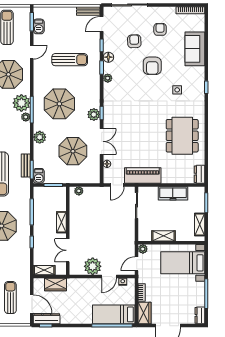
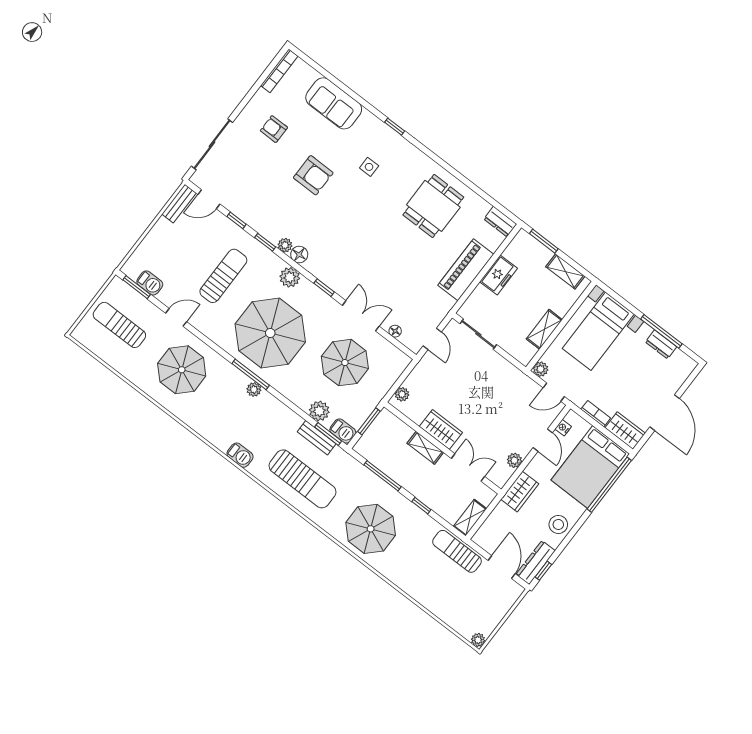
door: (102, 24) -> (209, 199), hinge flipped
armchair: (134, 41) -> (264, 174), removed
door: (32, 52) -> (176, 317), hinge flipped
floor lamp: (108, 57) -> (299, 255), moved
plant: (21, 103) -> (232, 381), removed
parasol: (59, 104) -> (270, 333), width x1.36, depth x1.36
plant: (94, 114) -> (290, 277), moved
dining table: (182, 136) -> (433, 206), width x0.73
plant: (40, 137) -> (319, 411), moved
piano: (143, 175) -> (466, 270), moved
freezer: (173, 193) -> (499, 275), width x0.71
wardrobe: (76, 223) -> (441, 429), added
double door: (68, 250) -> (468, 467), swing flipped
door: (137, 264) -> (554, 392), hinge flipped
plant: (93, 266) -> (514, 460), width x0.53, depth x0.53
wardrobe: (55, 285) -> (520, 492), moved
sun lounger: (10, 298) -> (457, 551), moved
door: (32, 304) -> (502, 567), hinge flipped
bed: (114, 314) -> (590, 467), width x1.50
dresser: (200, 315) -> (661, 344), moved
stool: (74, 316) -> (558, 524), added

